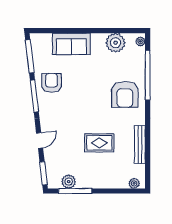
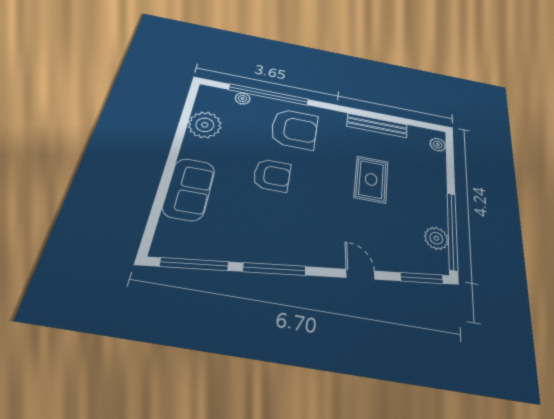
plant: (140, 41) -> (243, 98), moved
armchair: (51, 83) -> (272, 175), moved, turned 180
window: (75, 191) -> (452, 231), width x1.46

